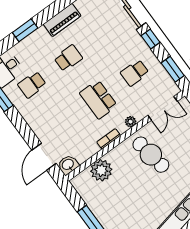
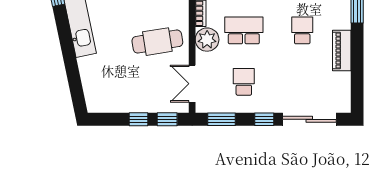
school desk: (68, 58) -> (302, 30), turned 180
plant: (131, 122) -> (207, 40), width x1.88, depth x1.88

